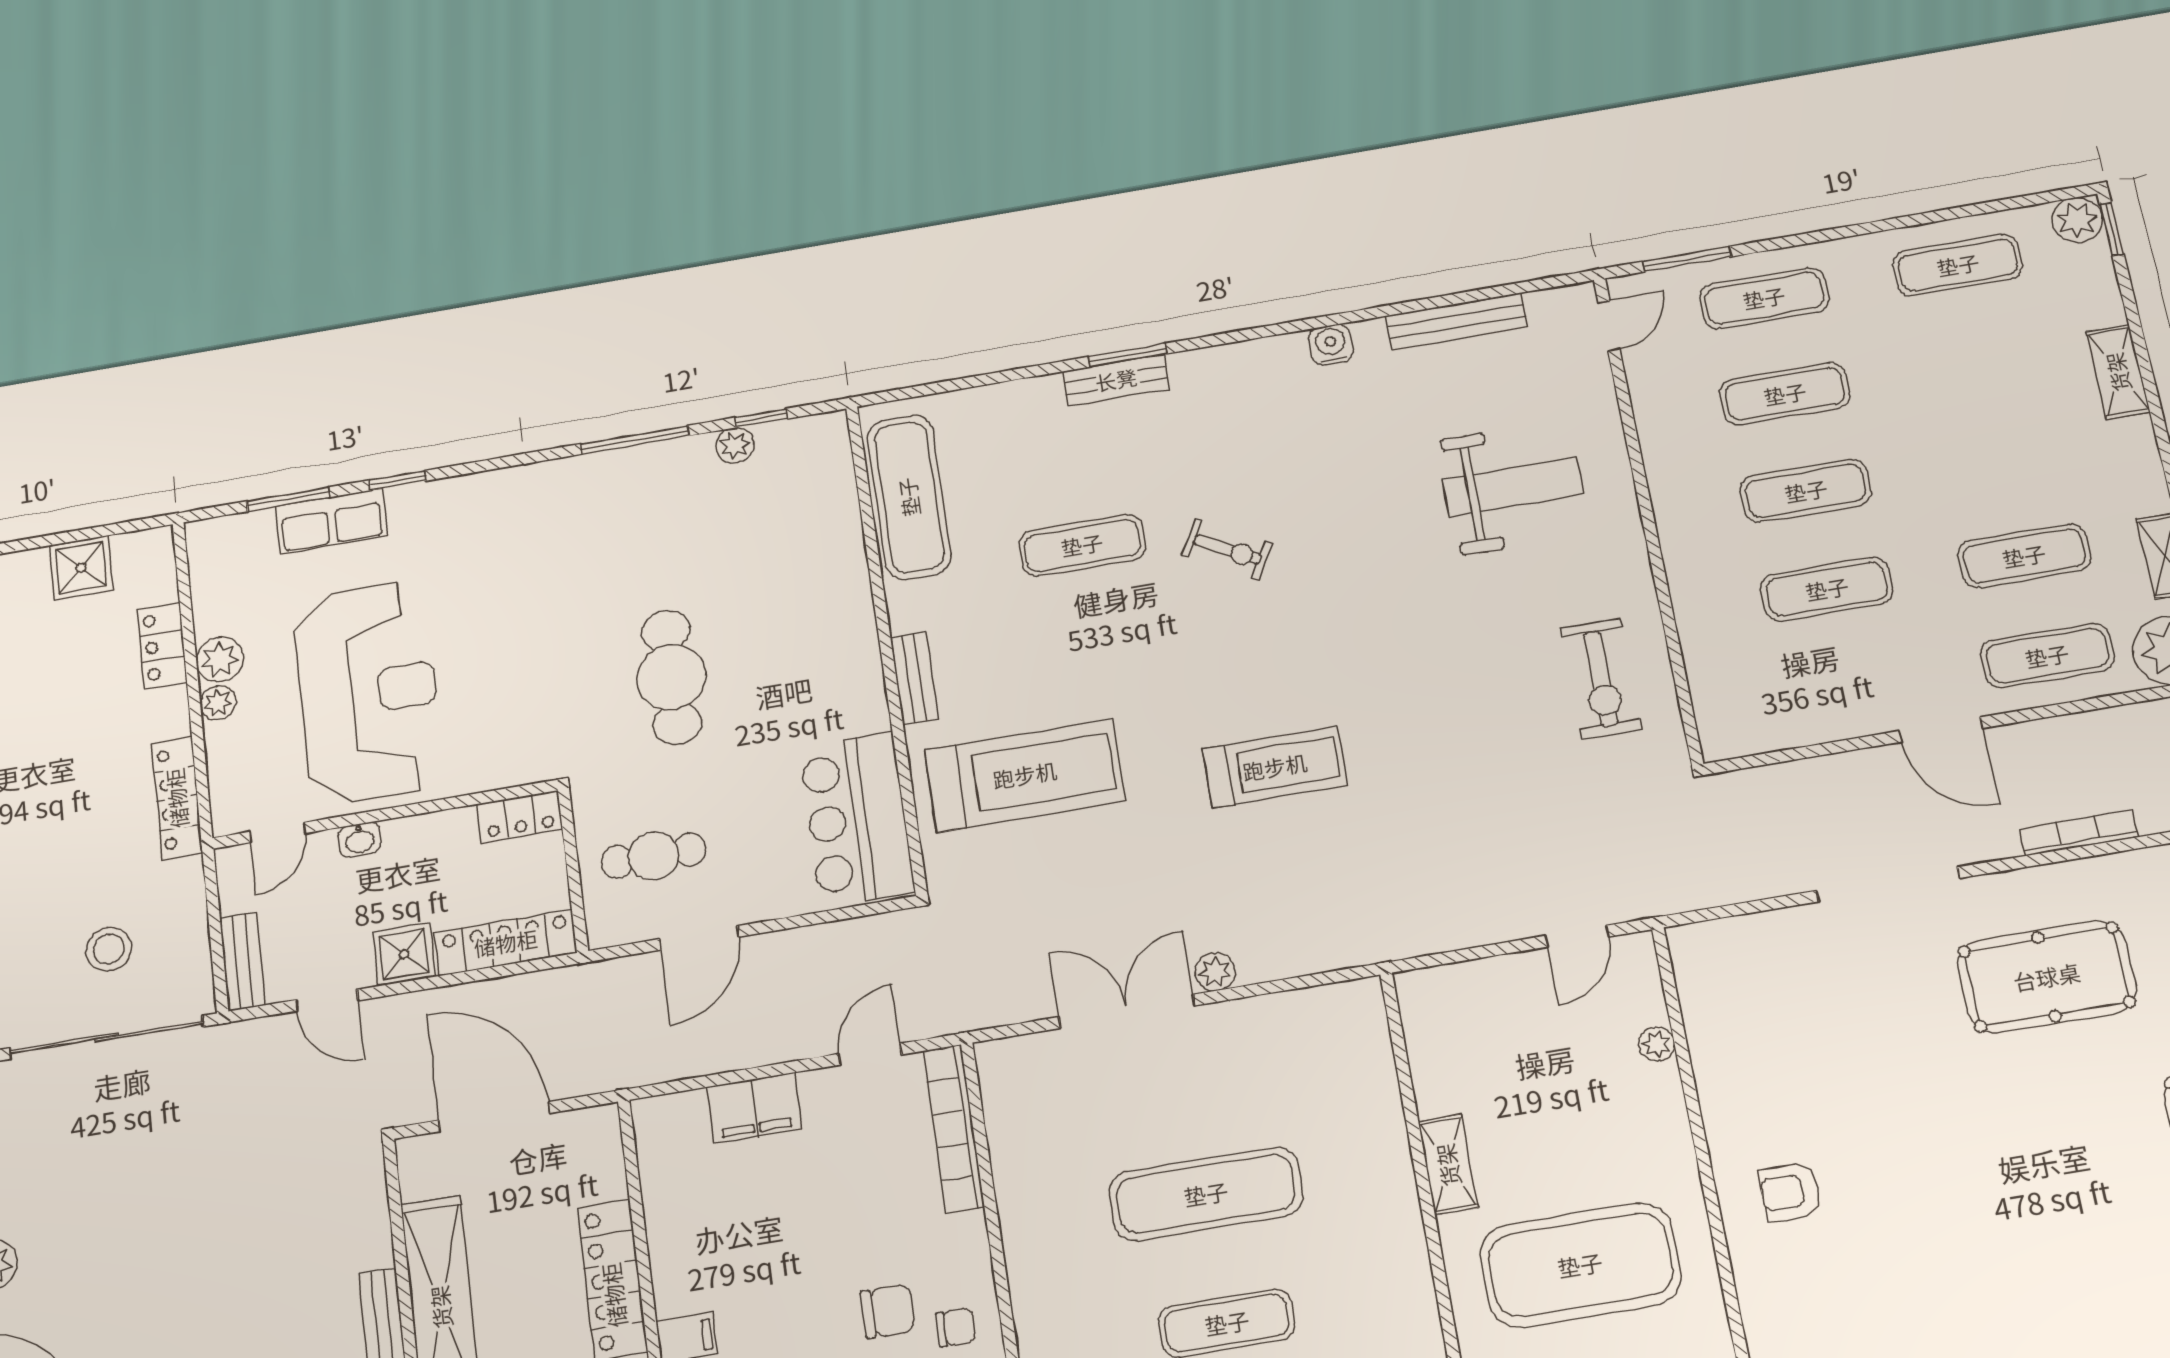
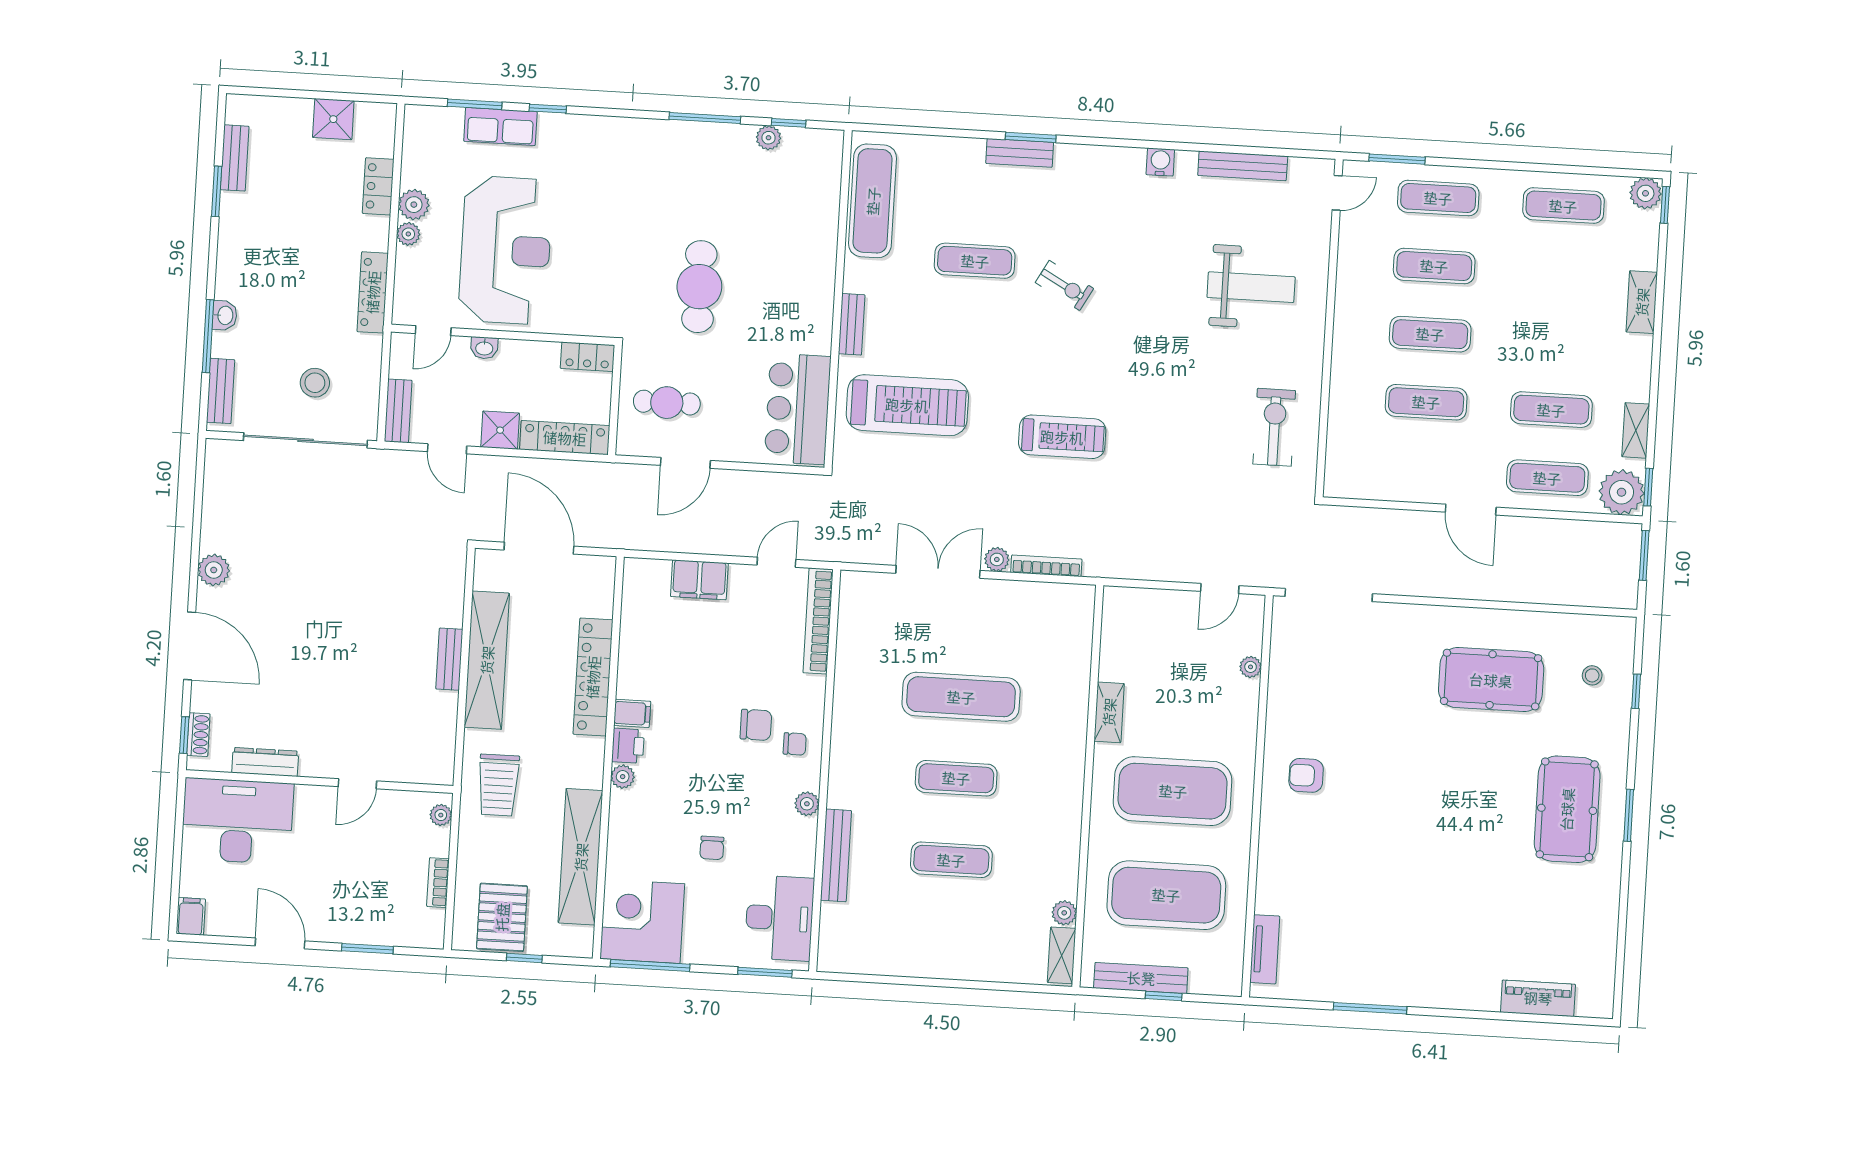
exercise bike: (1601, 679) -> (1274, 427), turned 180
bookcase: (2078, 833) -> (1046, 566), moved
doorway: (1888, 884) -> (1329, 595), moved

